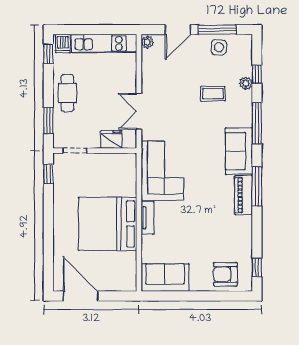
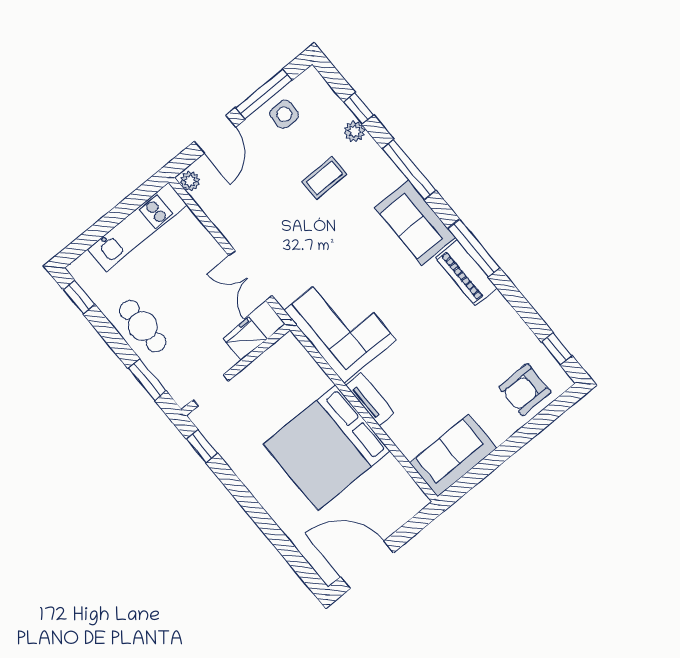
dishwasher: (63, 44) -> (86, 269), removed

